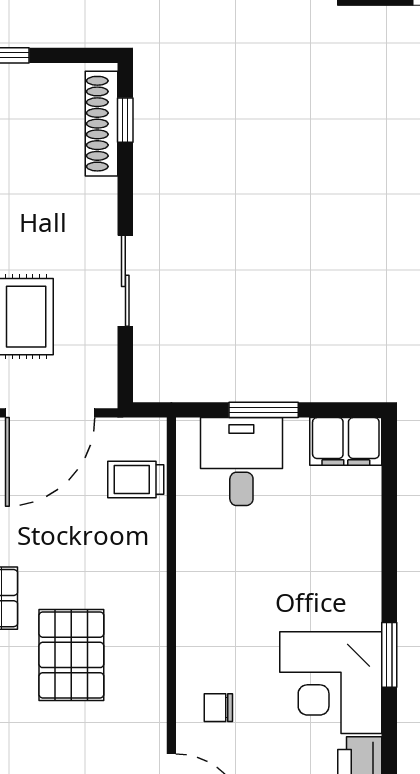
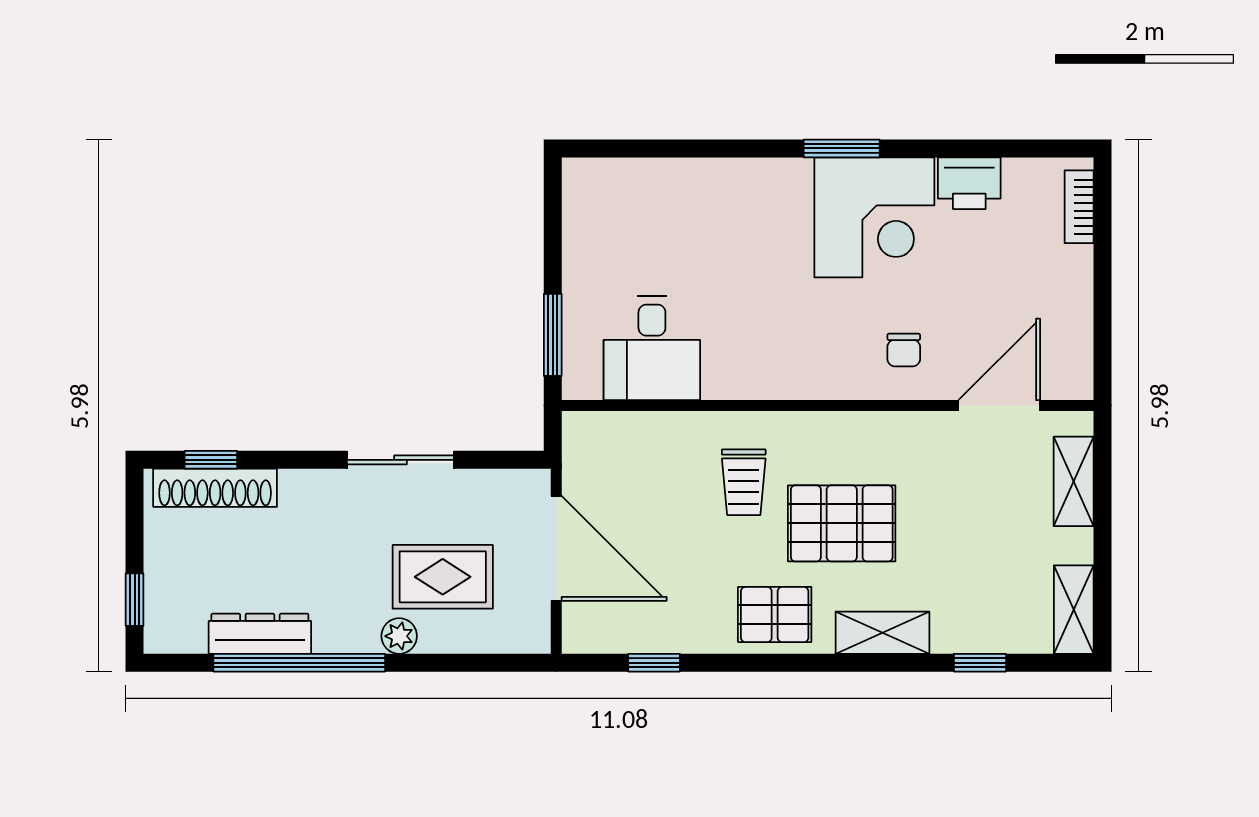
window: (264, 410) -> (553, 335), moved
filing cabinet: (346, 441) -> (590, 200), removed
desk: (241, 462) -> (652, 348), moved, turned -90
trolley: (136, 479) -> (744, 482), moved

